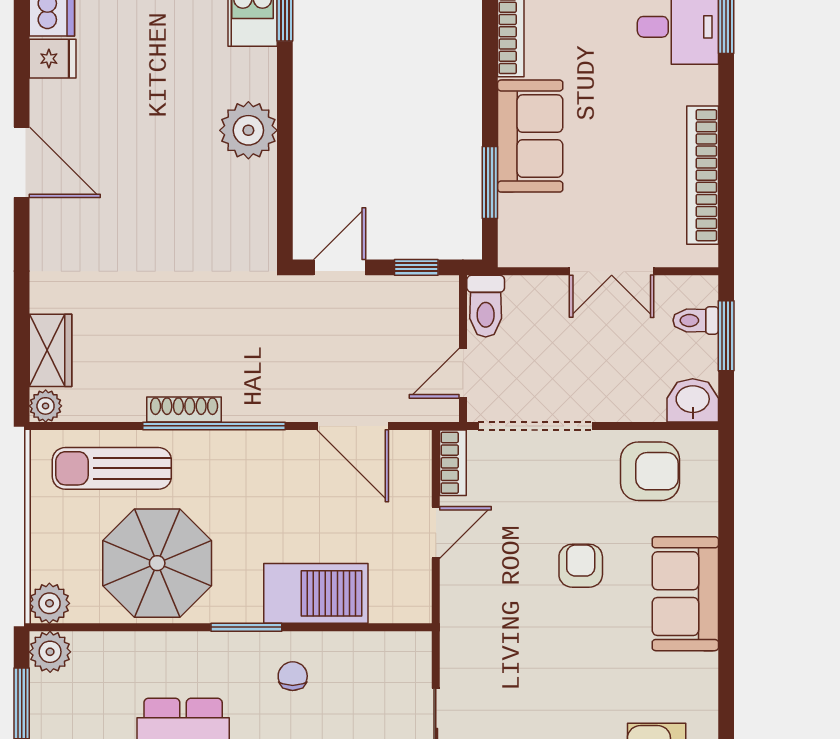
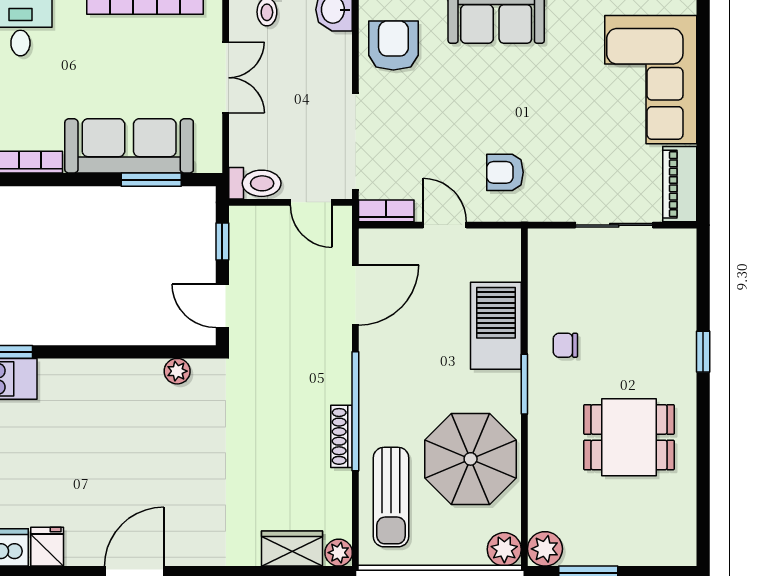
plant: (248, 130) -> (177, 371), moved, width x0.53, depth x0.53
sofa: (530, 136) -> (129, 146), width x1.36
armchair: (581, 566) -> (505, 172), moved

